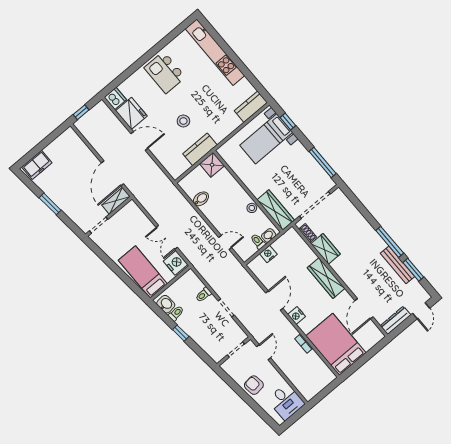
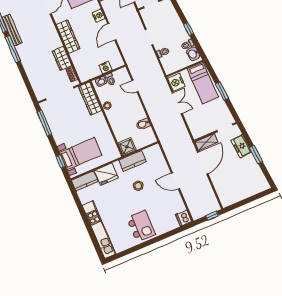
fridge: (131, 113) -> (106, 174), moved, turned -90
freezer: (37, 165) -> (241, 146), moved, turned -95
window: (116, 269) -> (222, 91), added

